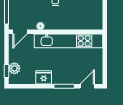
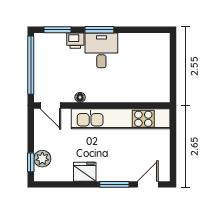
door: (20, 32) -> (51, 106), hinge flipped

